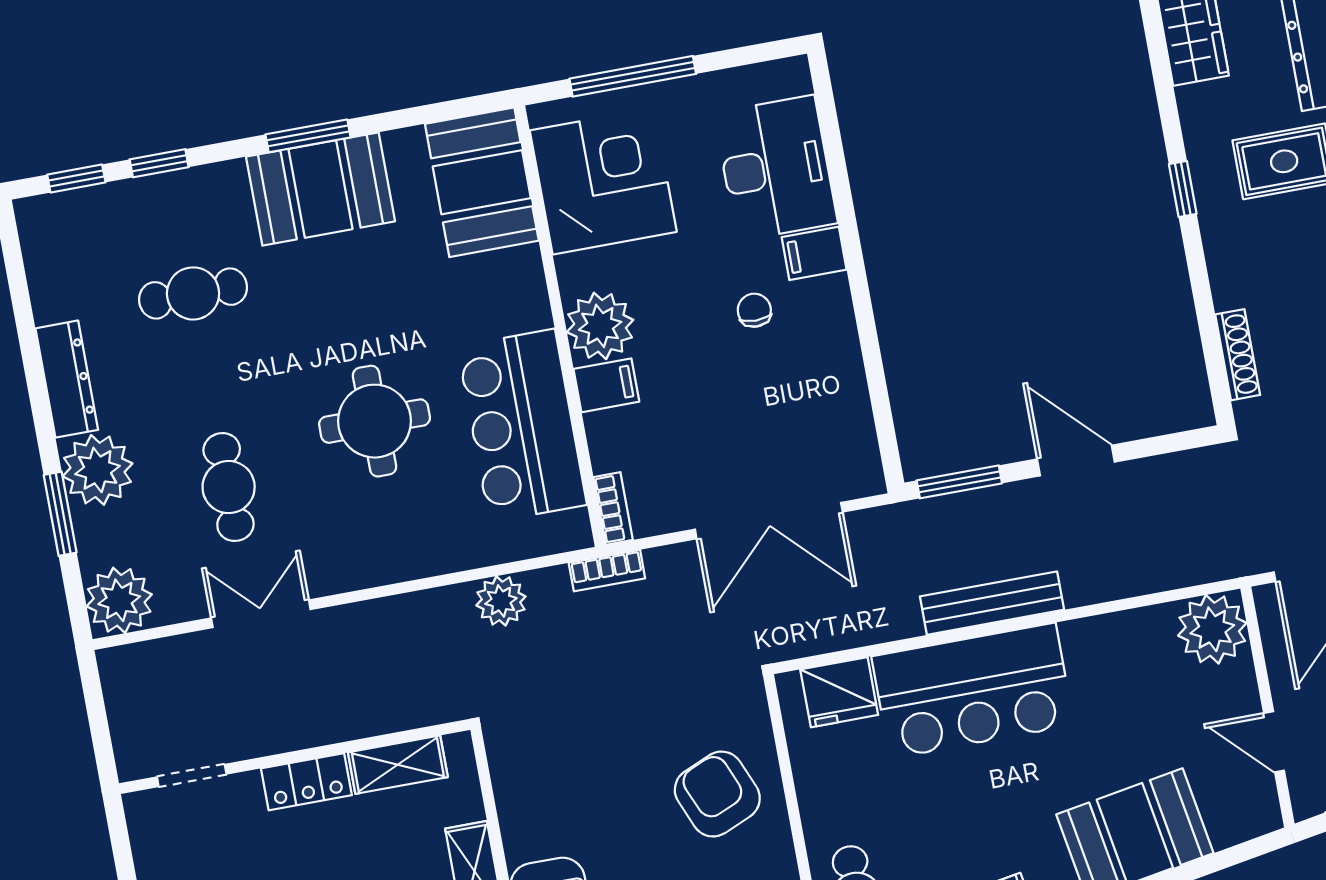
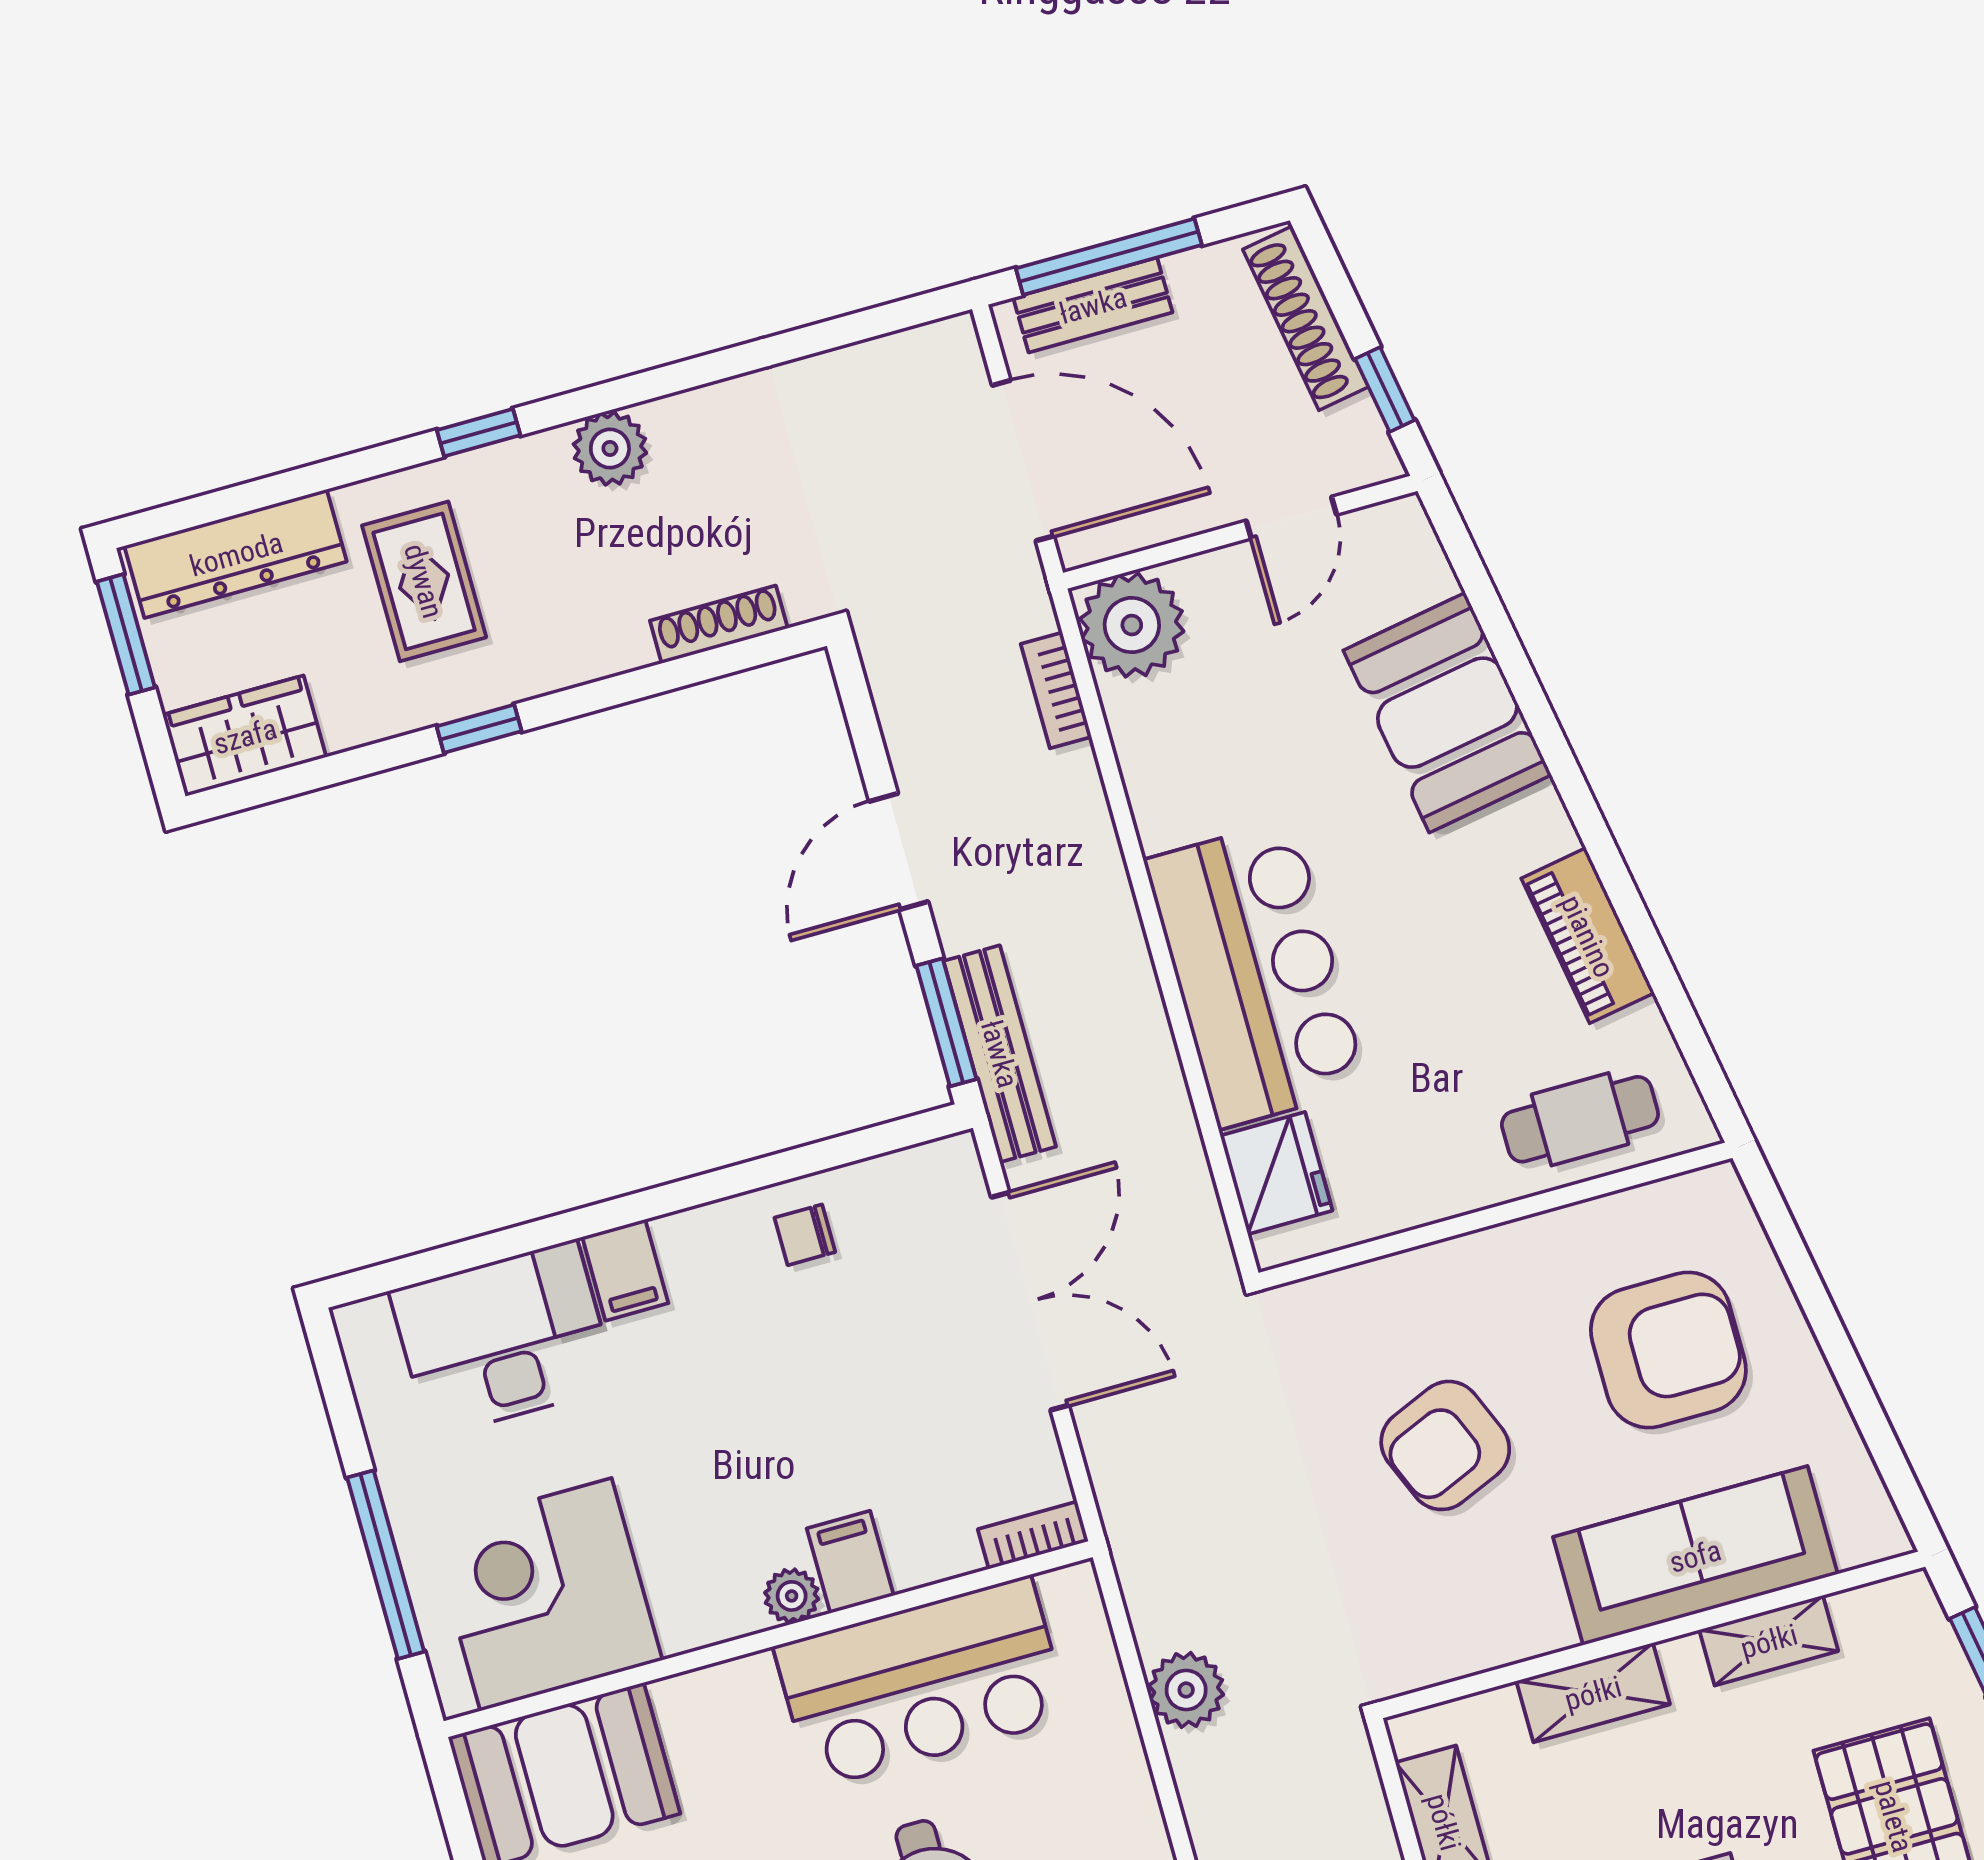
chair: (754, 310) -> (805, 1235), moved
plant: (600, 326) -> (792, 1596), width x0.53, depth x0.53
bookcase: (607, 571) -> (1056, 690), moved, turned 180
bench: (992, 603) -> (1000, 1054), moved
armchair: (717, 794) -> (1445, 1445), moved

